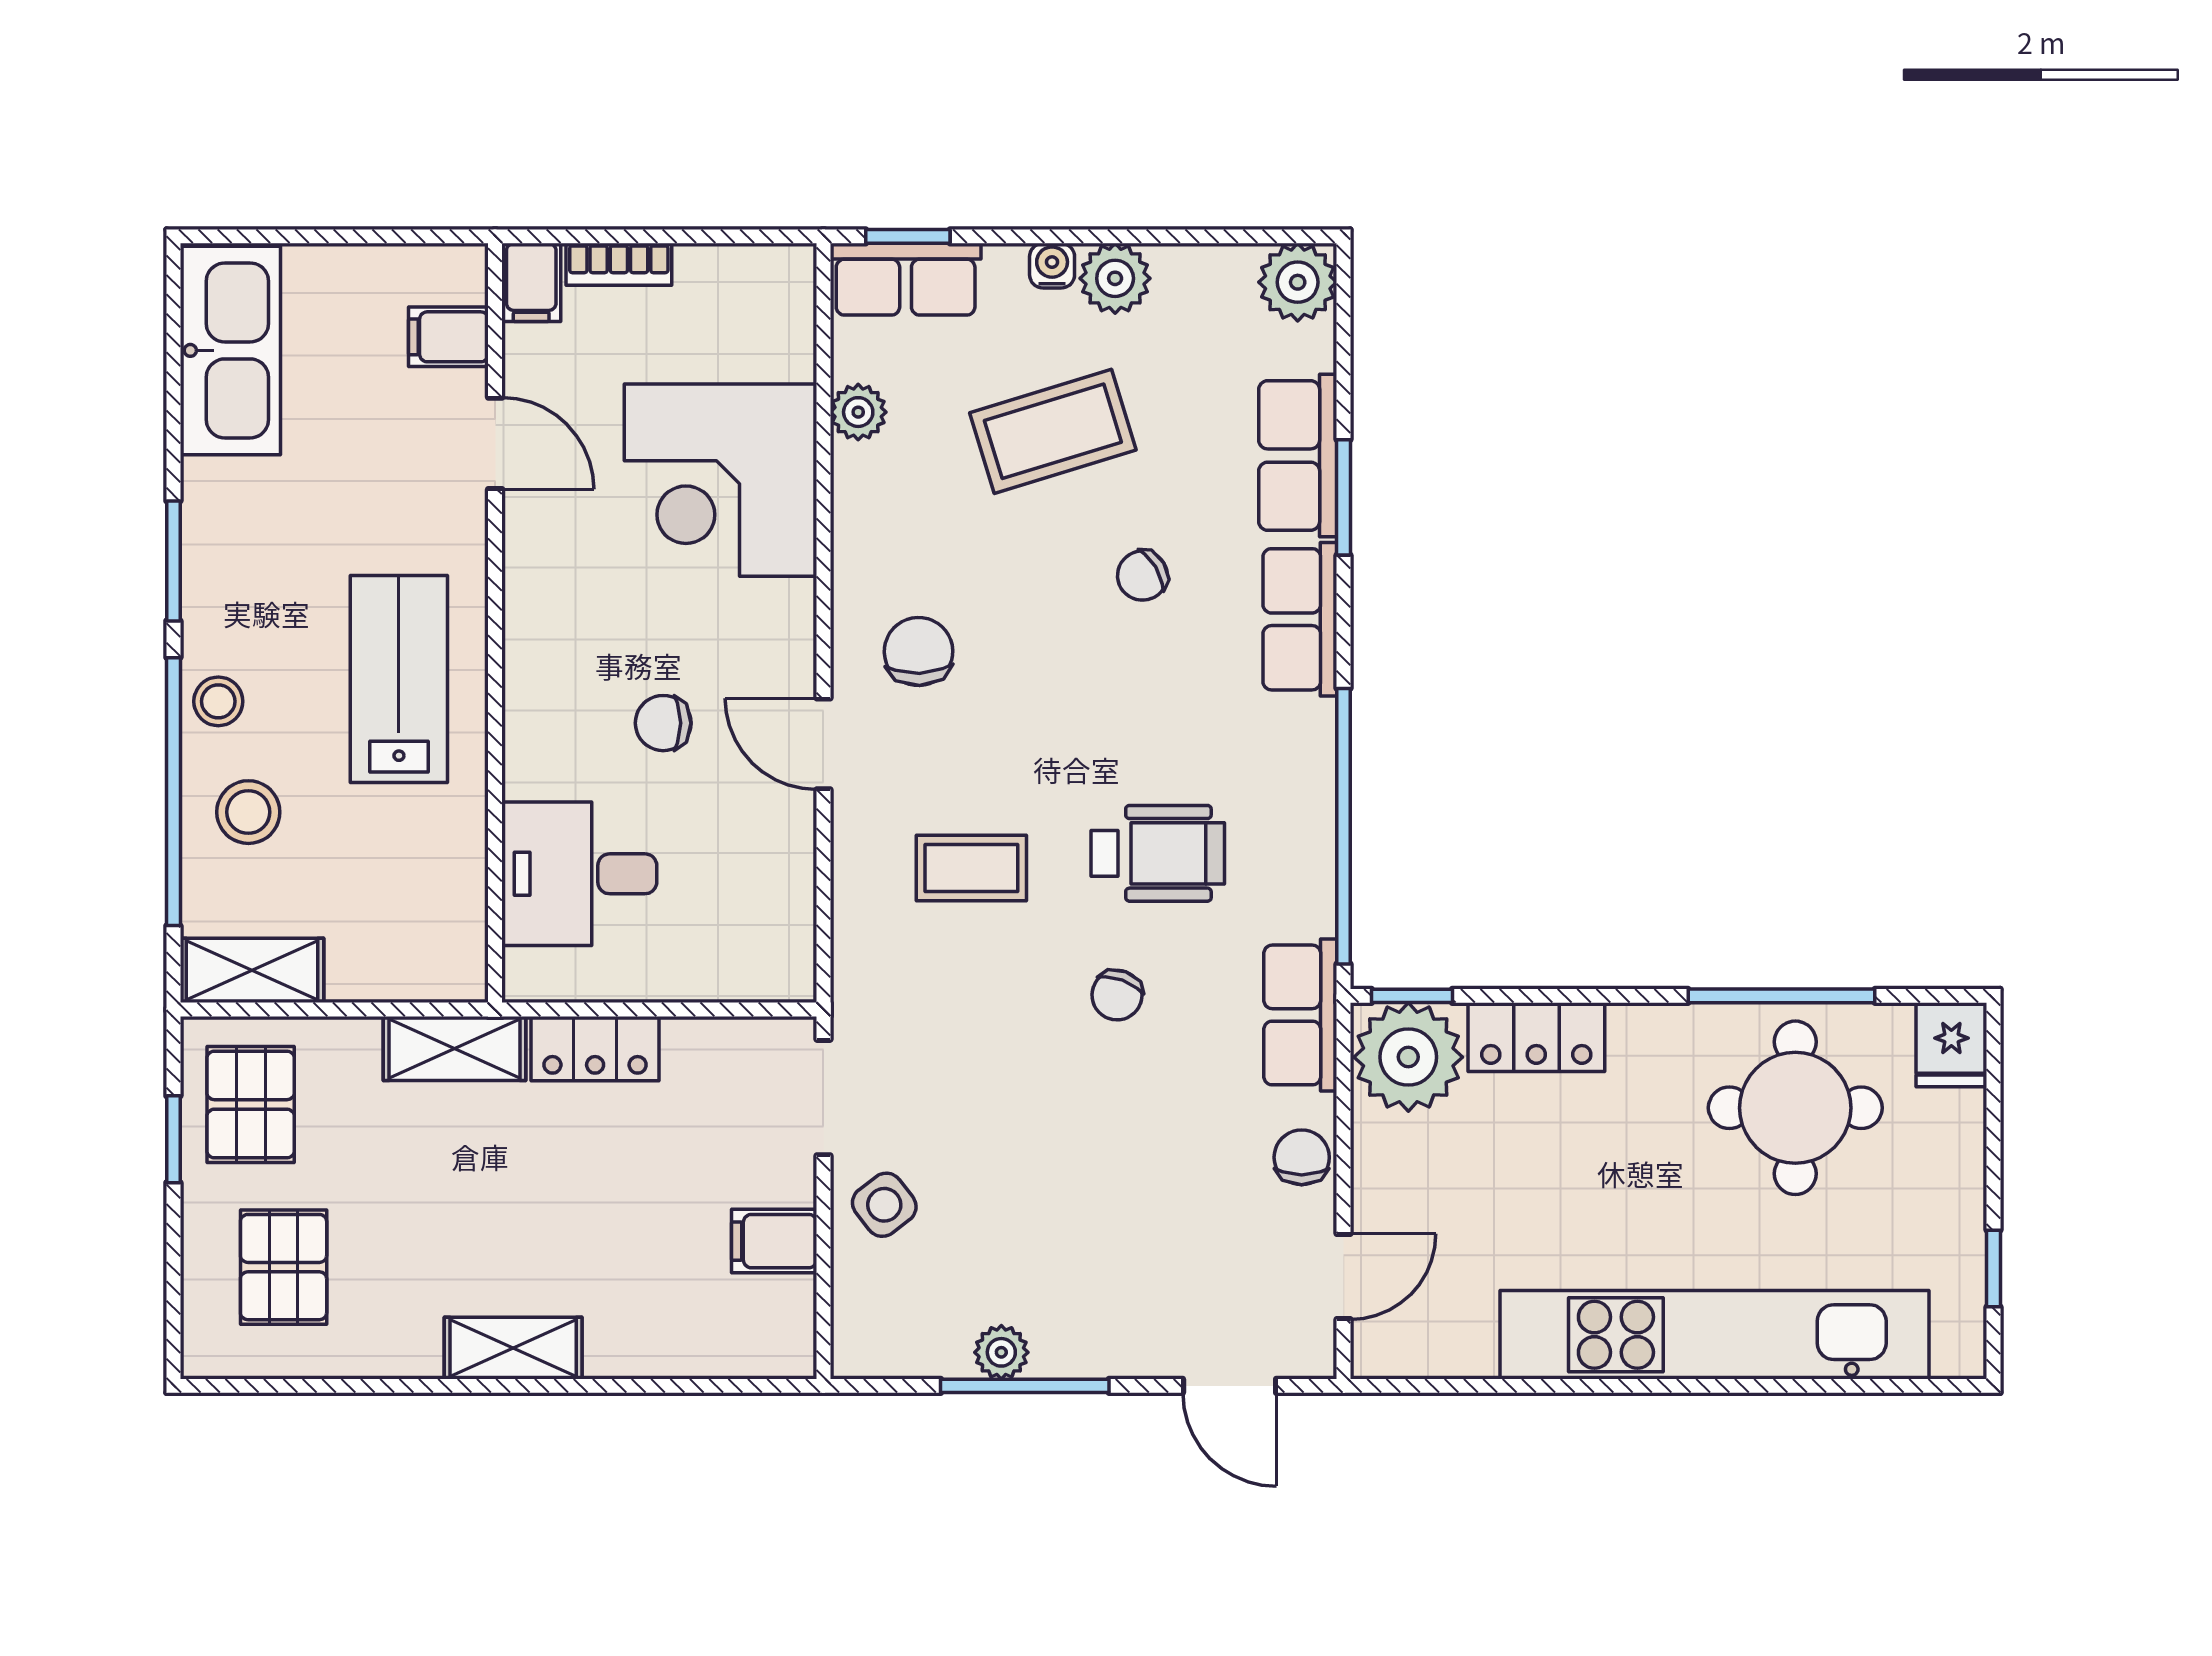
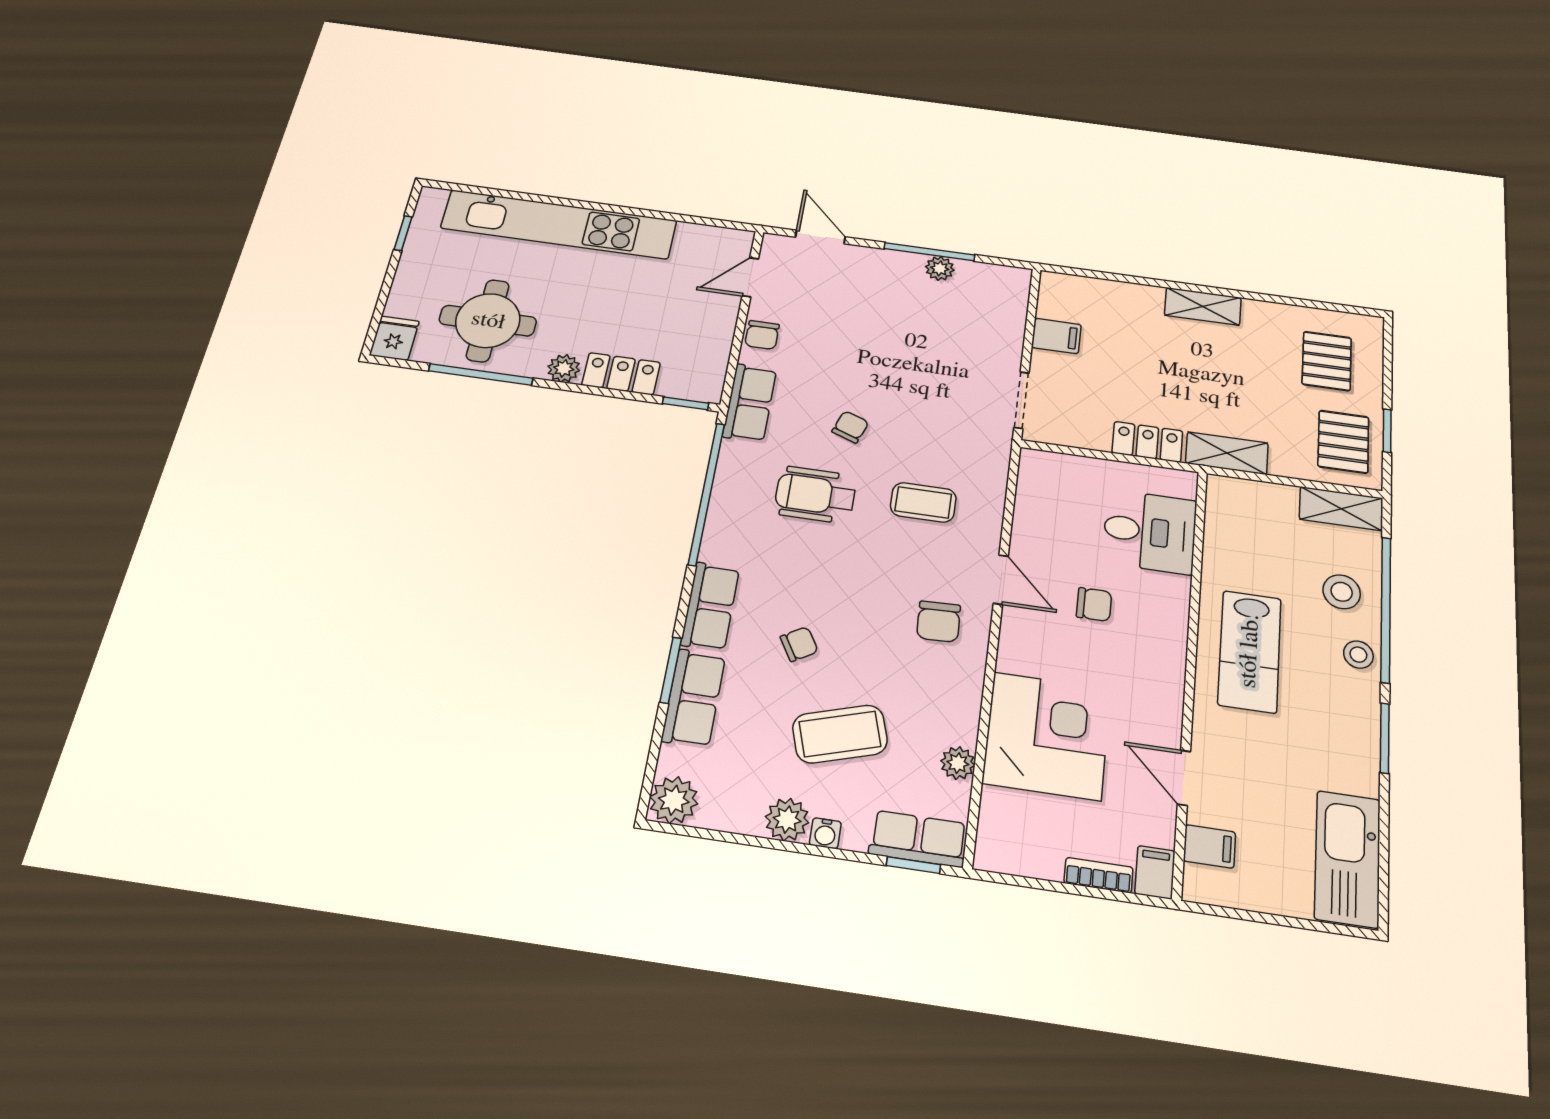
plant: (1408, 1057) -> (564, 368), moved, width x0.53, depth x0.53
side table: (884, 1205) -> (994, 345), removed

